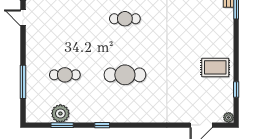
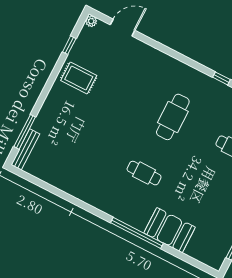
cafe table: (125, 75) -> (173, 117), turned 90

